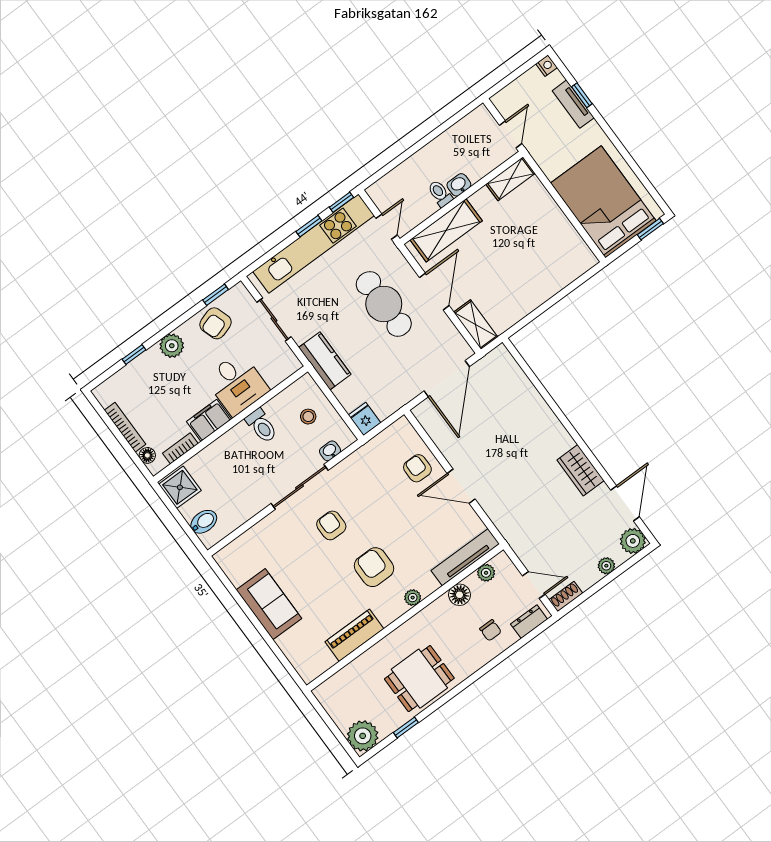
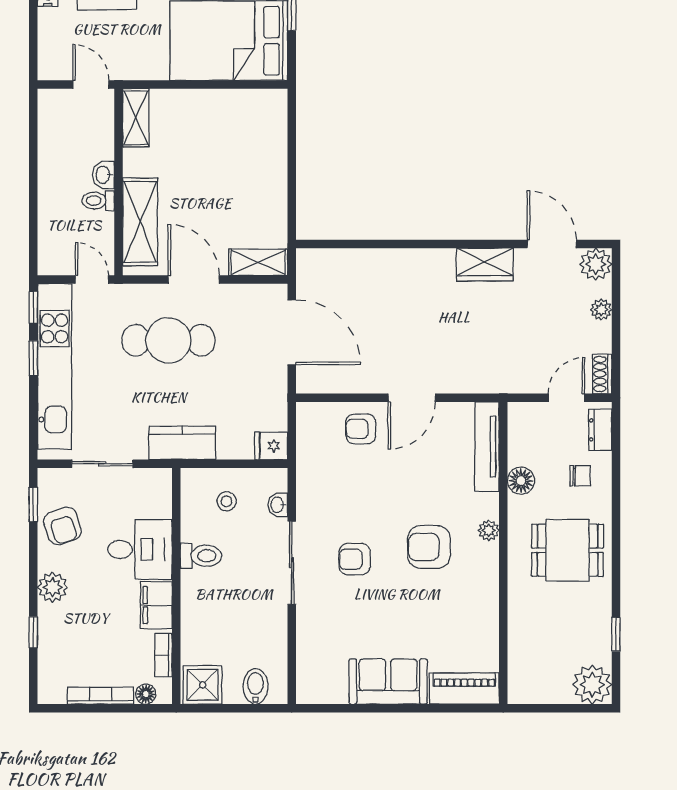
plant: (486, 573) -> (518, 437), removed
piano: (354, 635) -> (464, 689), moved, turned 90
dining table: (419, 679) -> (568, 550), moved, turned 90

